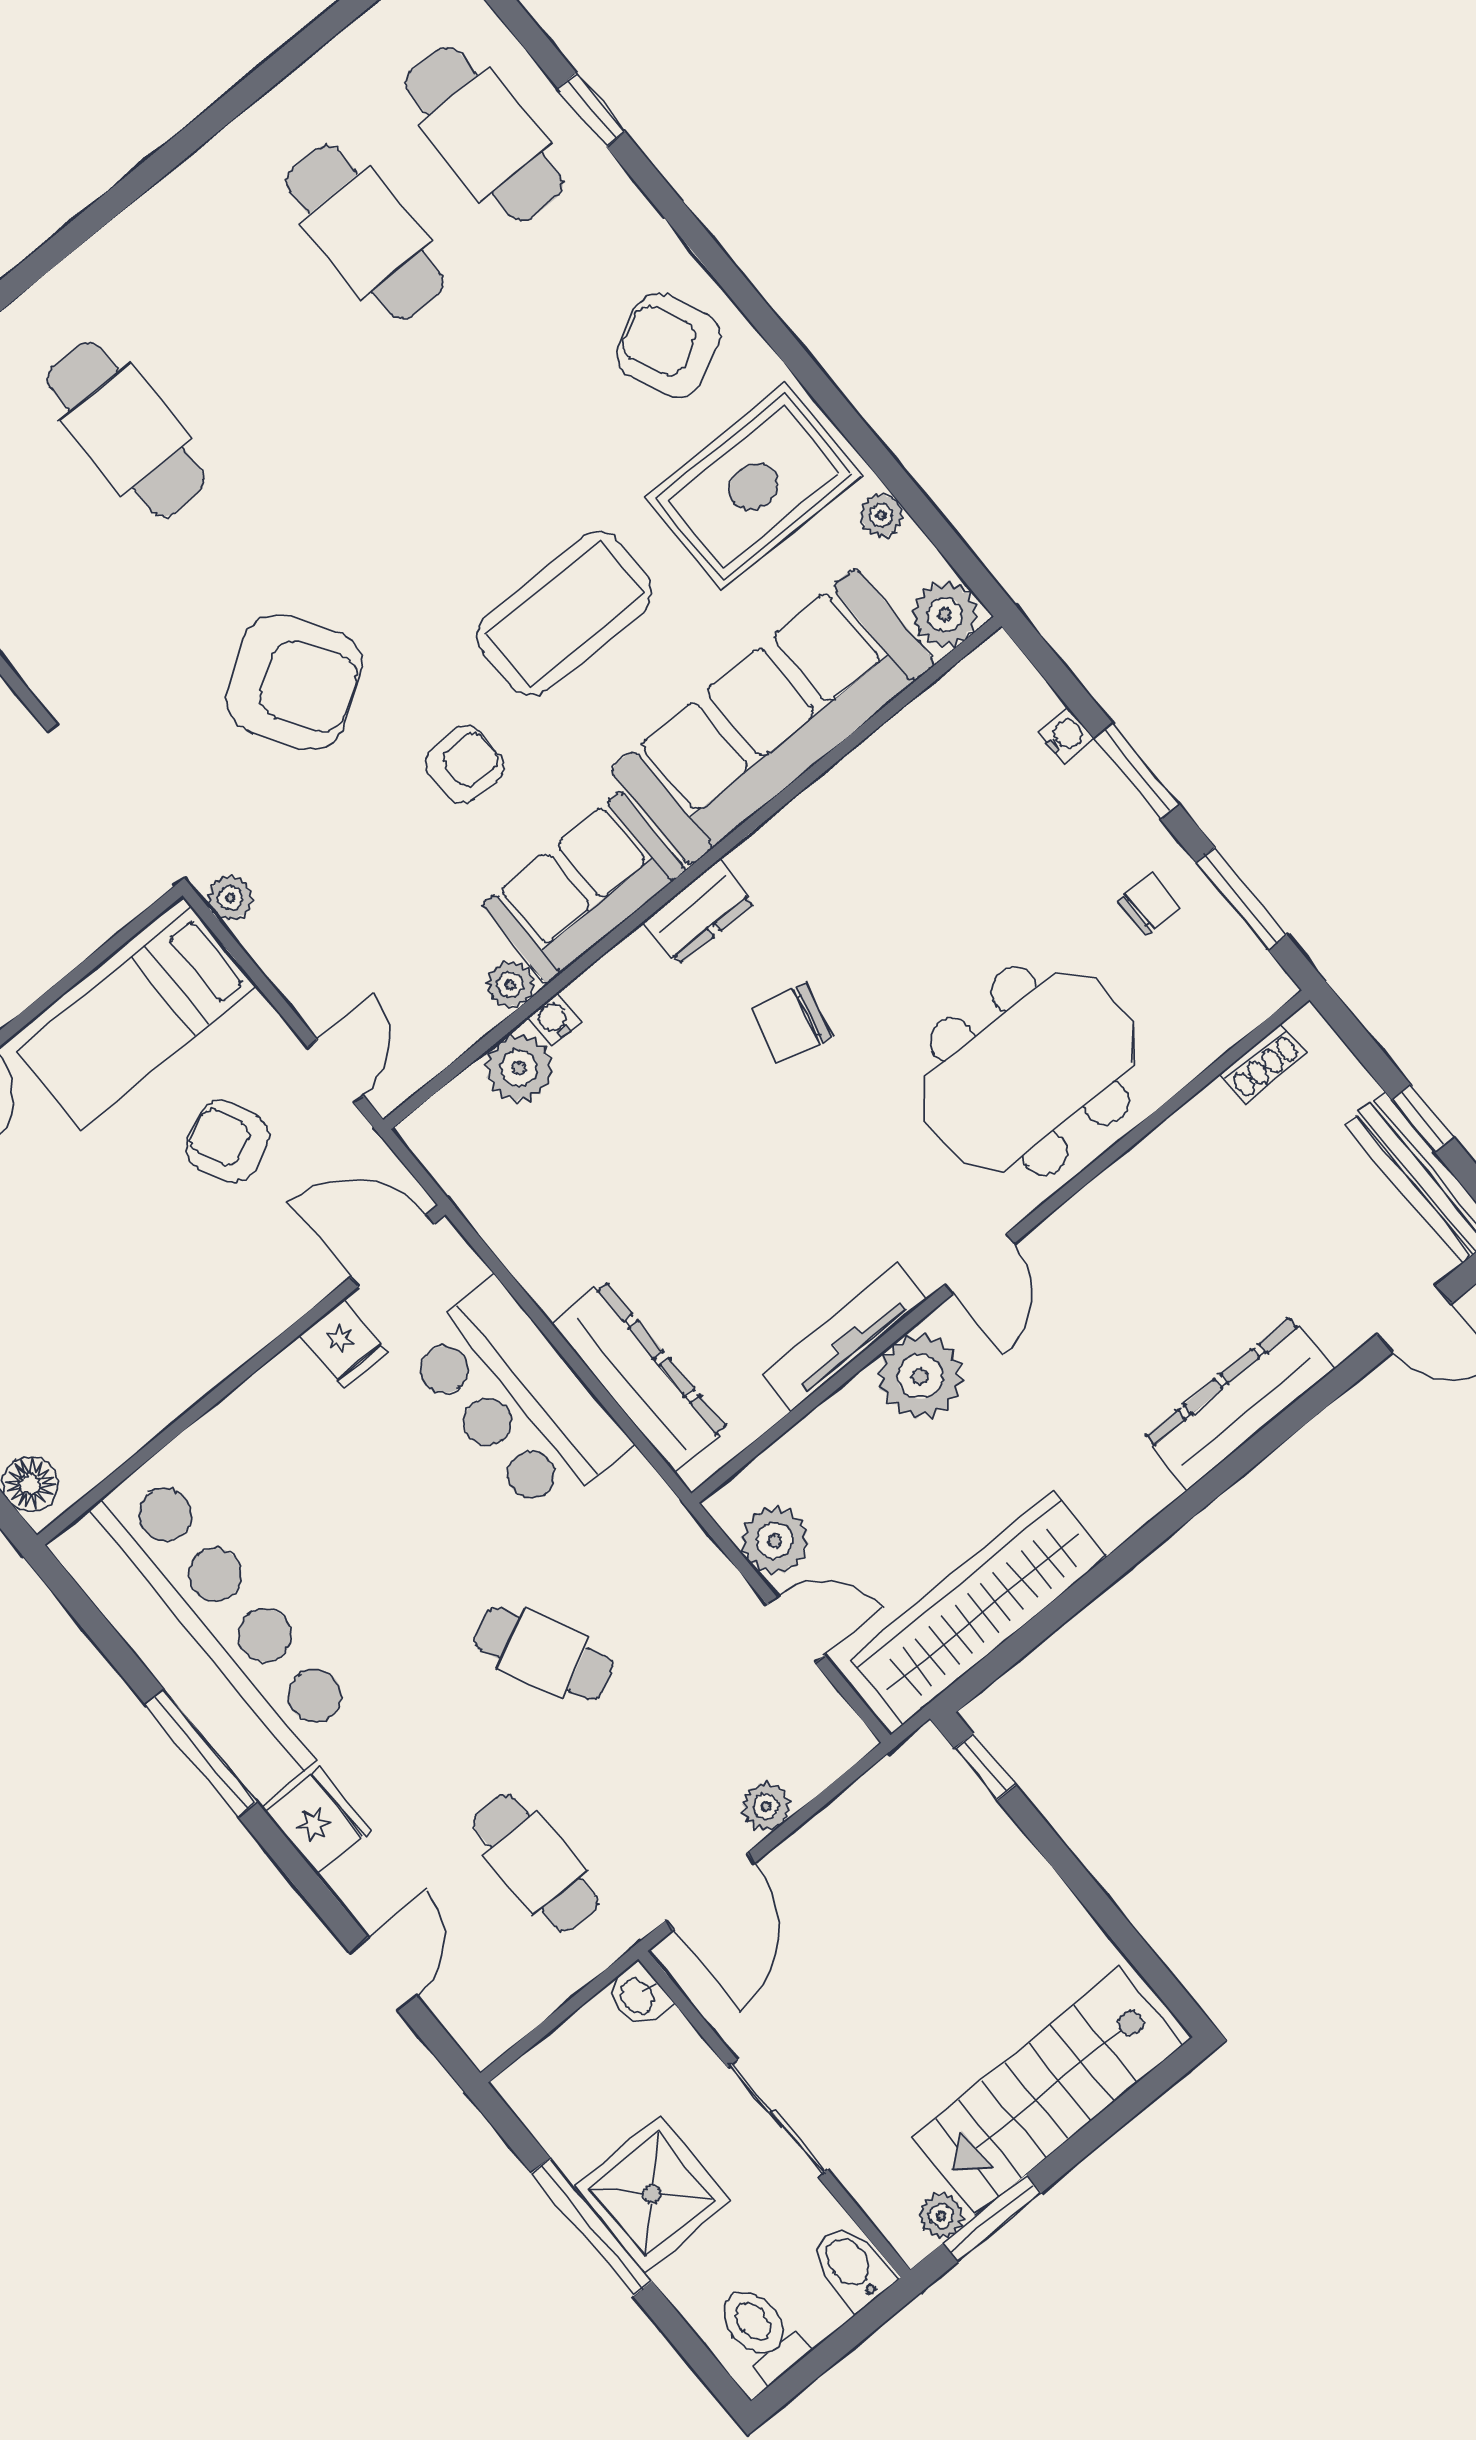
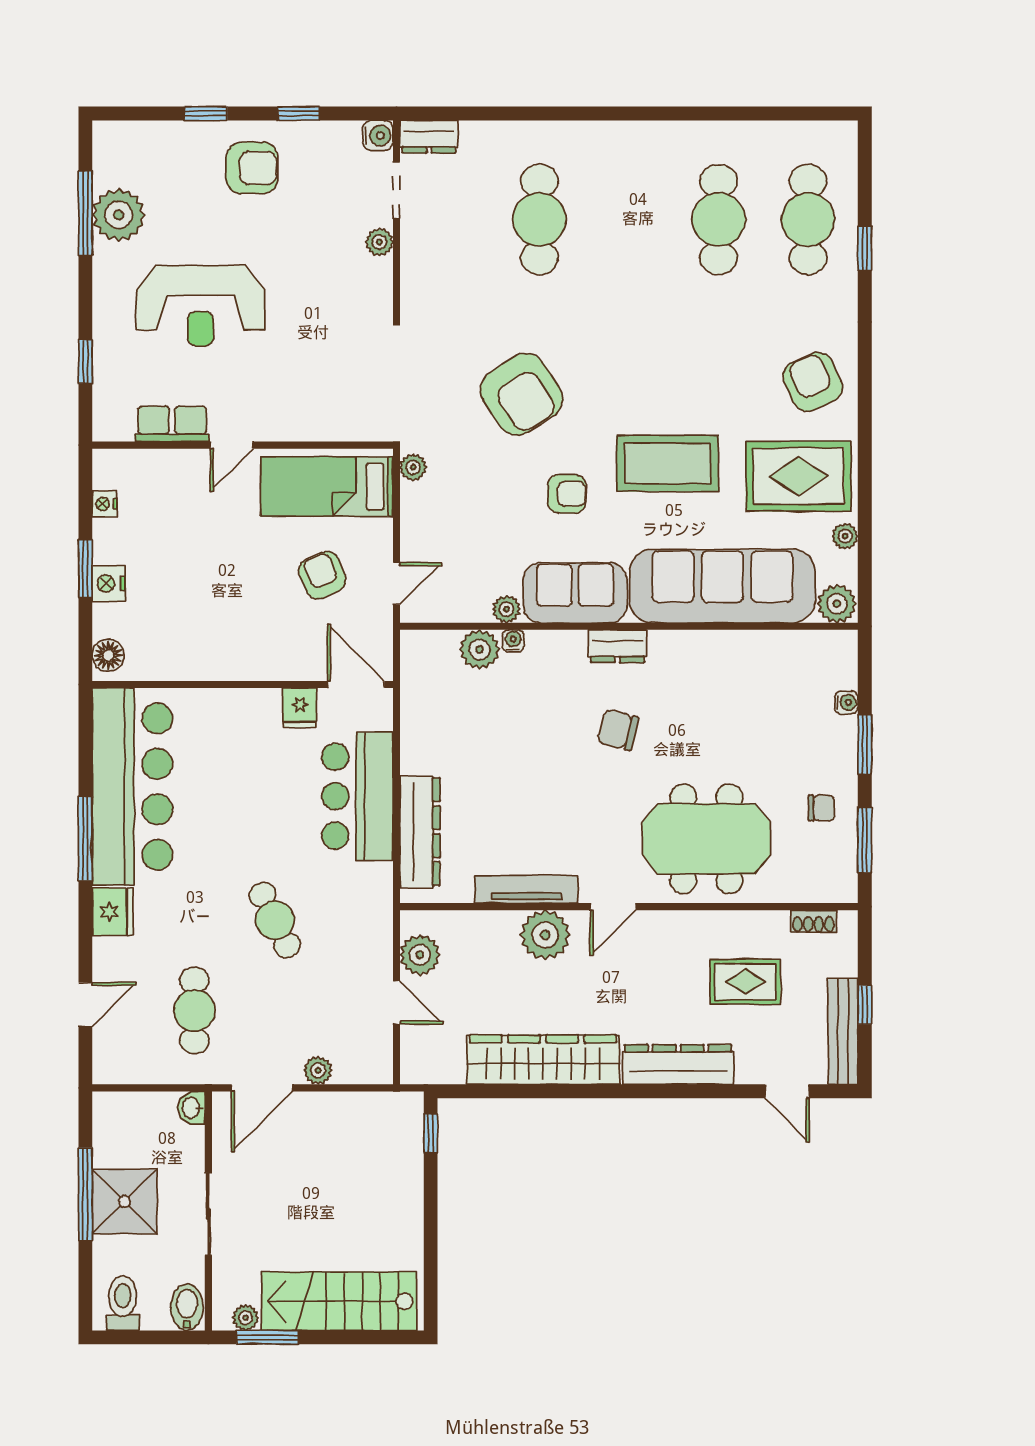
rug: (1238, 1219) -> (745, 982), added
wardrobe: (978, 1607) -> (543, 1060), moved

